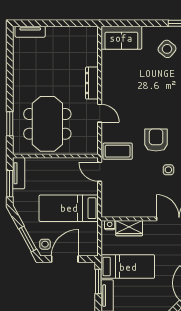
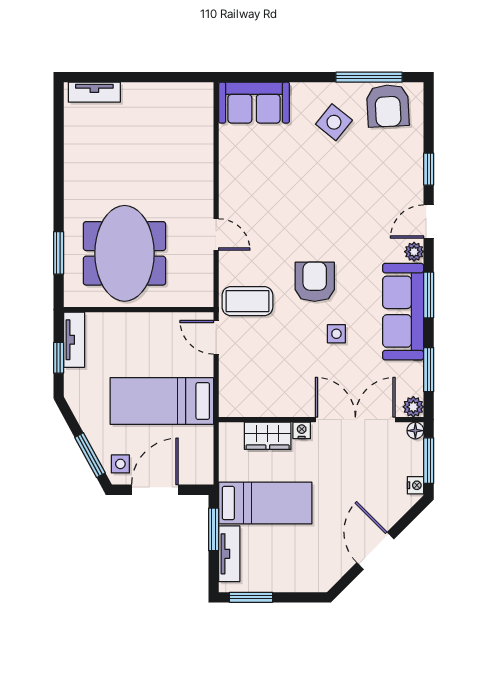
dresser: (92, 83) -> (203, 182), removed
window: (10, 184) -> (59, 358), width x0.67
nightstand: (110, 225) -> (302, 430), moved

